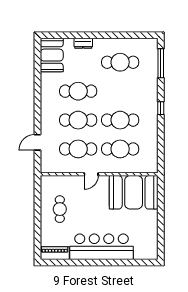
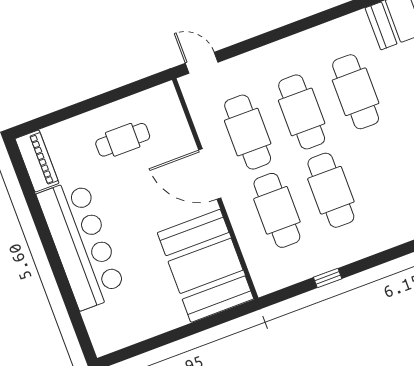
window: (161, 108) -> (328, 278), moved
door: (37, 142) -> (202, 63), moved
door: (91, 174) -> (210, 174), width x1.87

